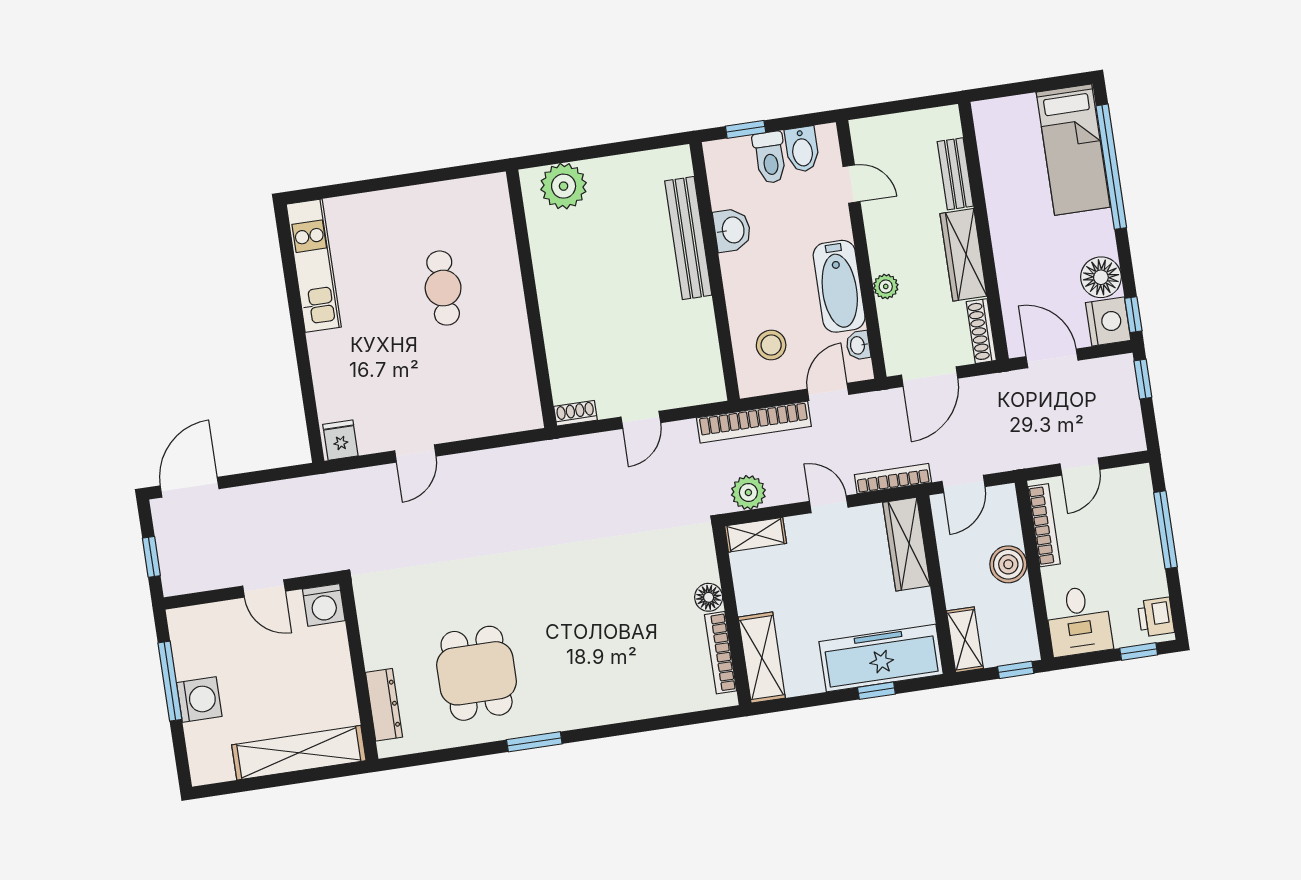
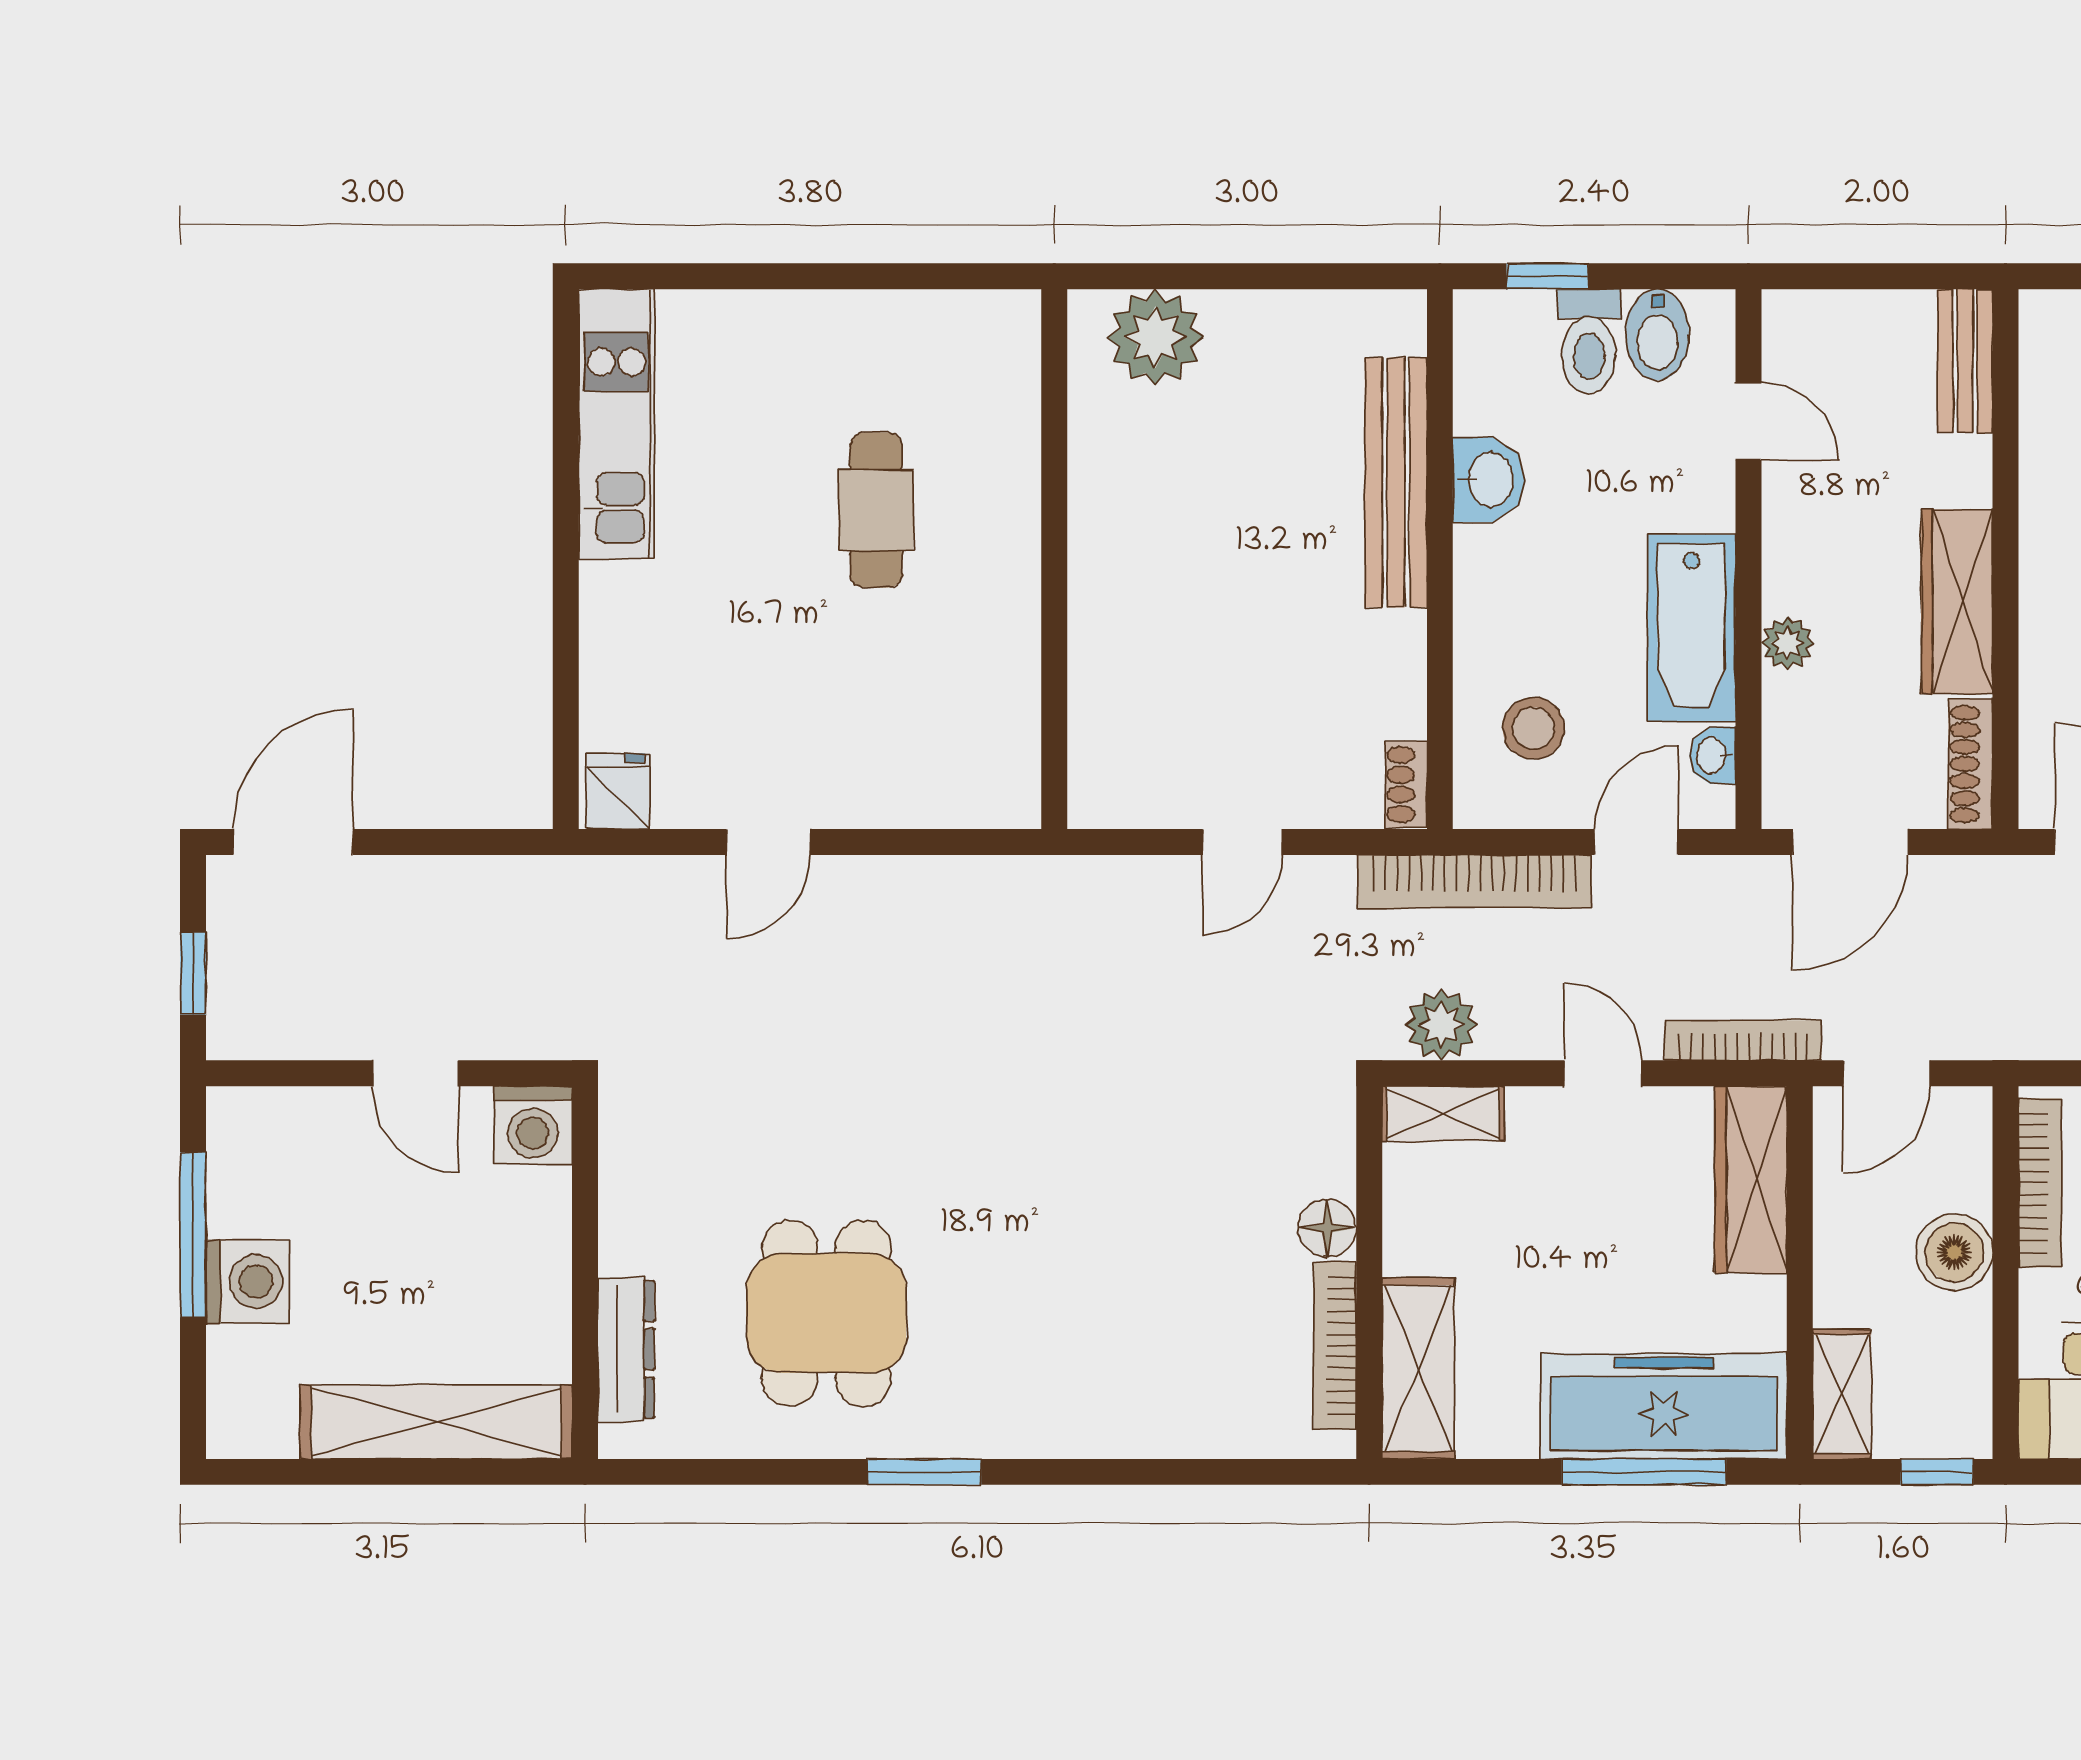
bench: (955, 174) -> (1965, 361), moved
shoe rack: (575, 413) -> (1406, 785), moved, turned -90
window: (876, 691) -> (1644, 1472), width x2.17

